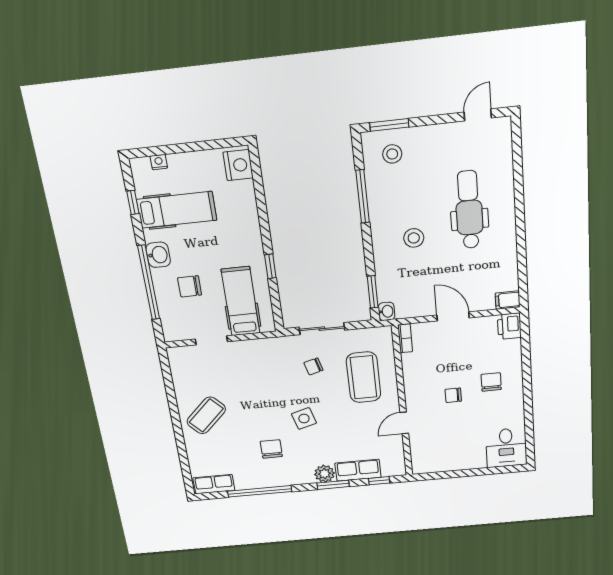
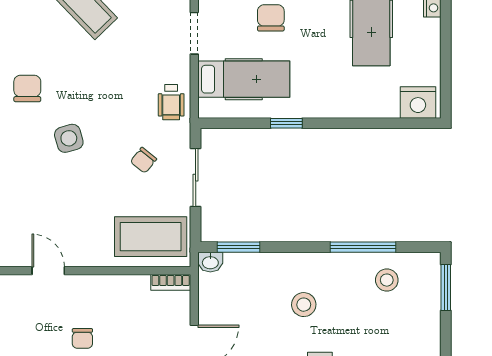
stool: (392, 154) -> (387, 280), moved
wheelchair: (266, 351) -> (171, 102), added
chair: (313, 366) -> (143, 160), turned -126
coffee table: (364, 377) -> (151, 237), moved
chair: (453, 395) -> (82, 338), turned 180
chair: (271, 449) -> (27, 88), turned -90

